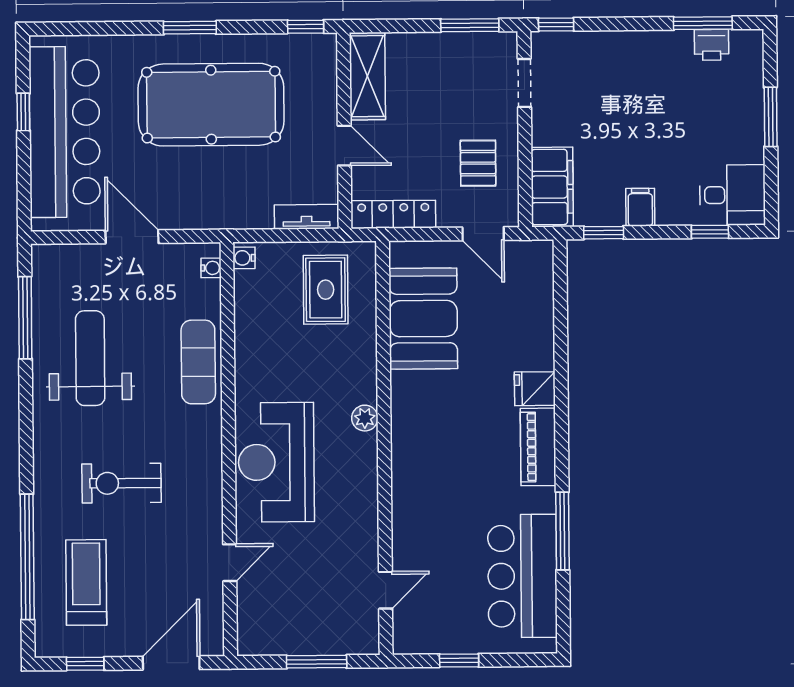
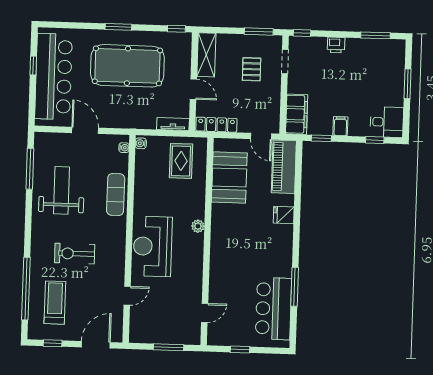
printer: (712, 45) -> (336, 45), moved
pallet: (478, 163) -> (252, 69), moved
piano: (538, 447) -> (284, 167), moved, width x1.37, depth x1.33

